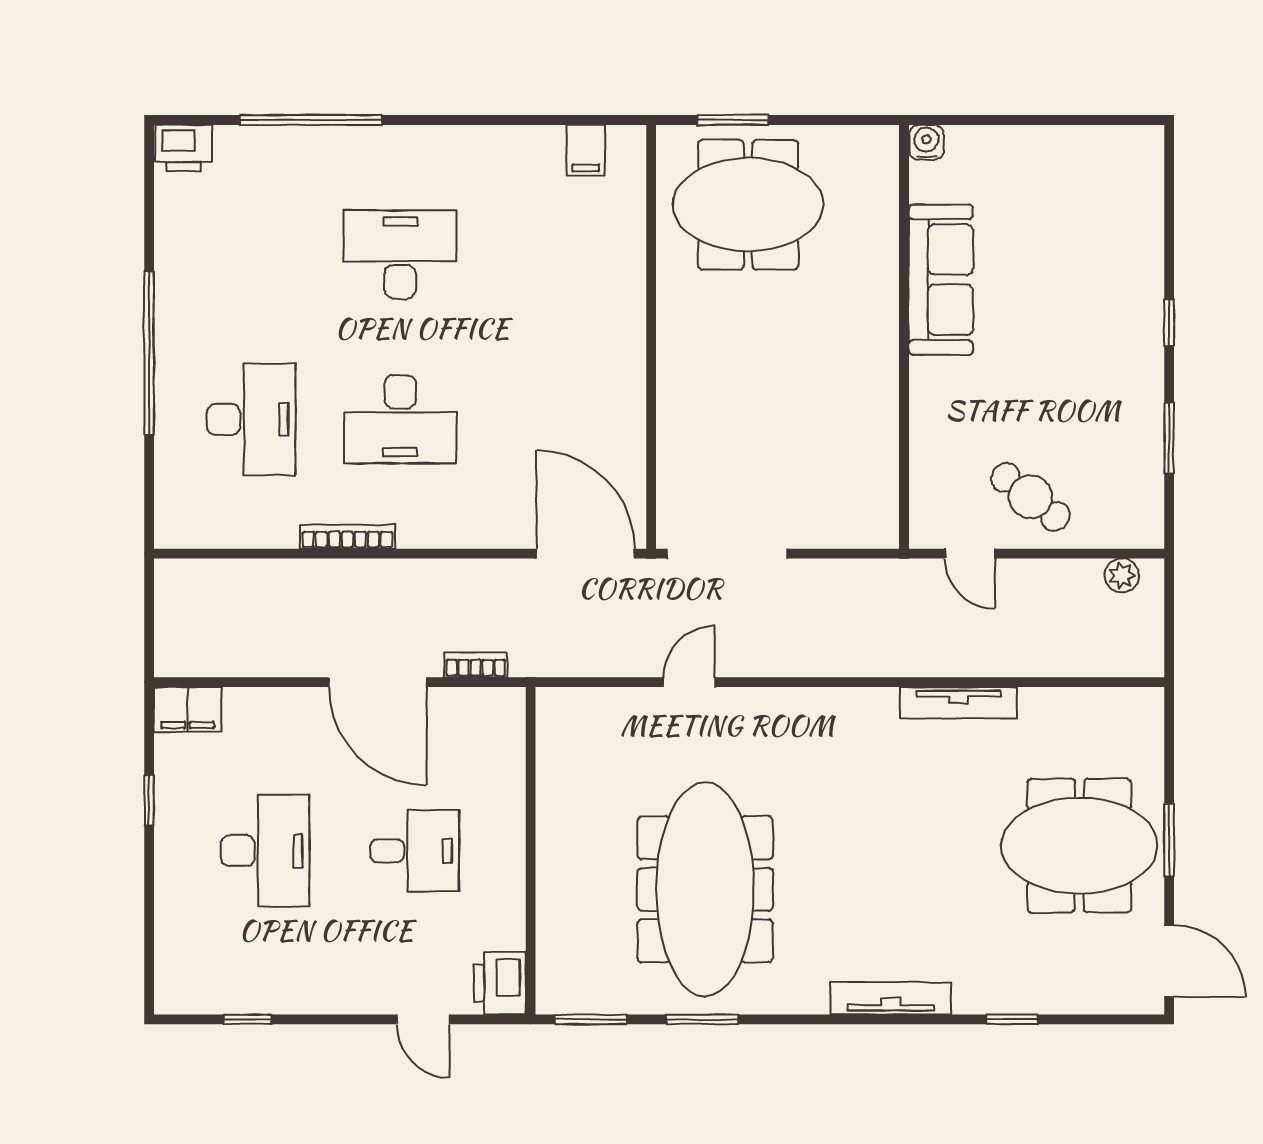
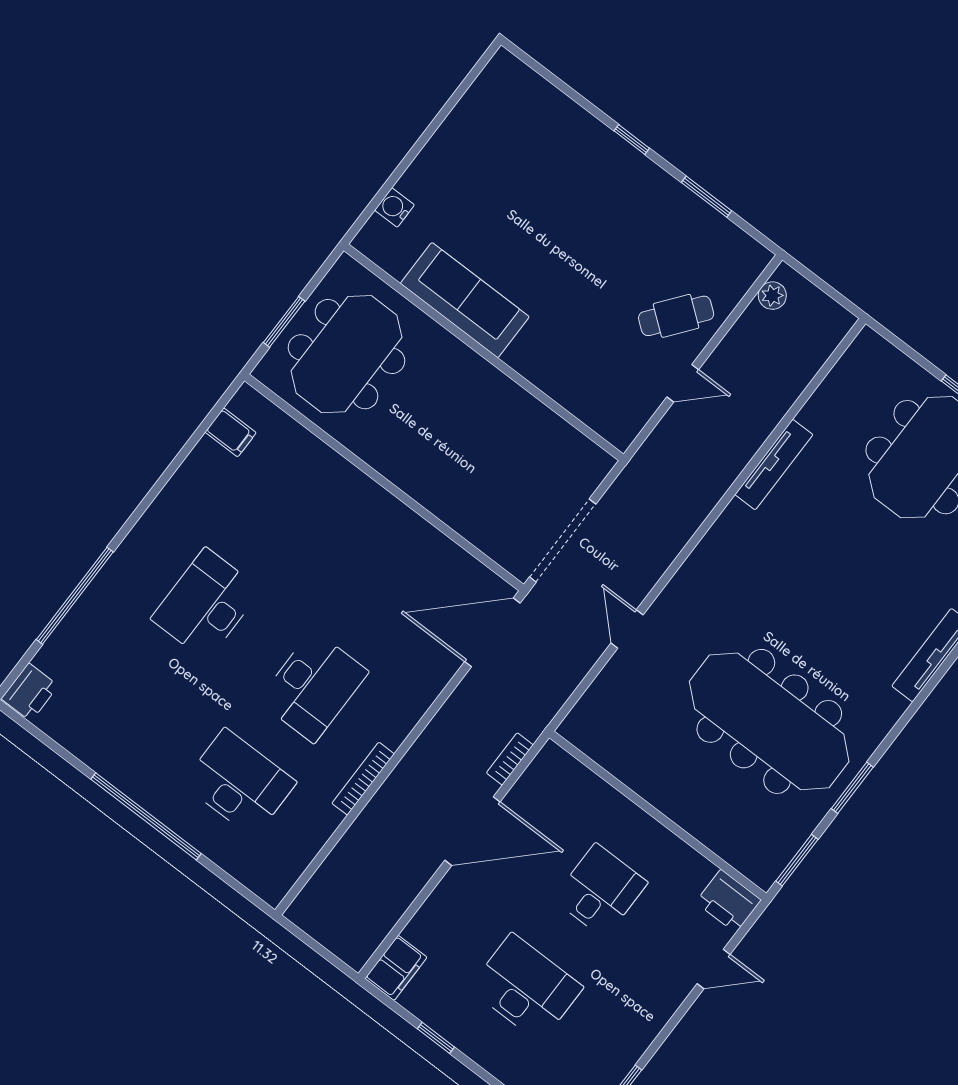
sofa: (941, 280) -> (465, 300), moved
wall: (904, 337) -> (484, 352), moved

